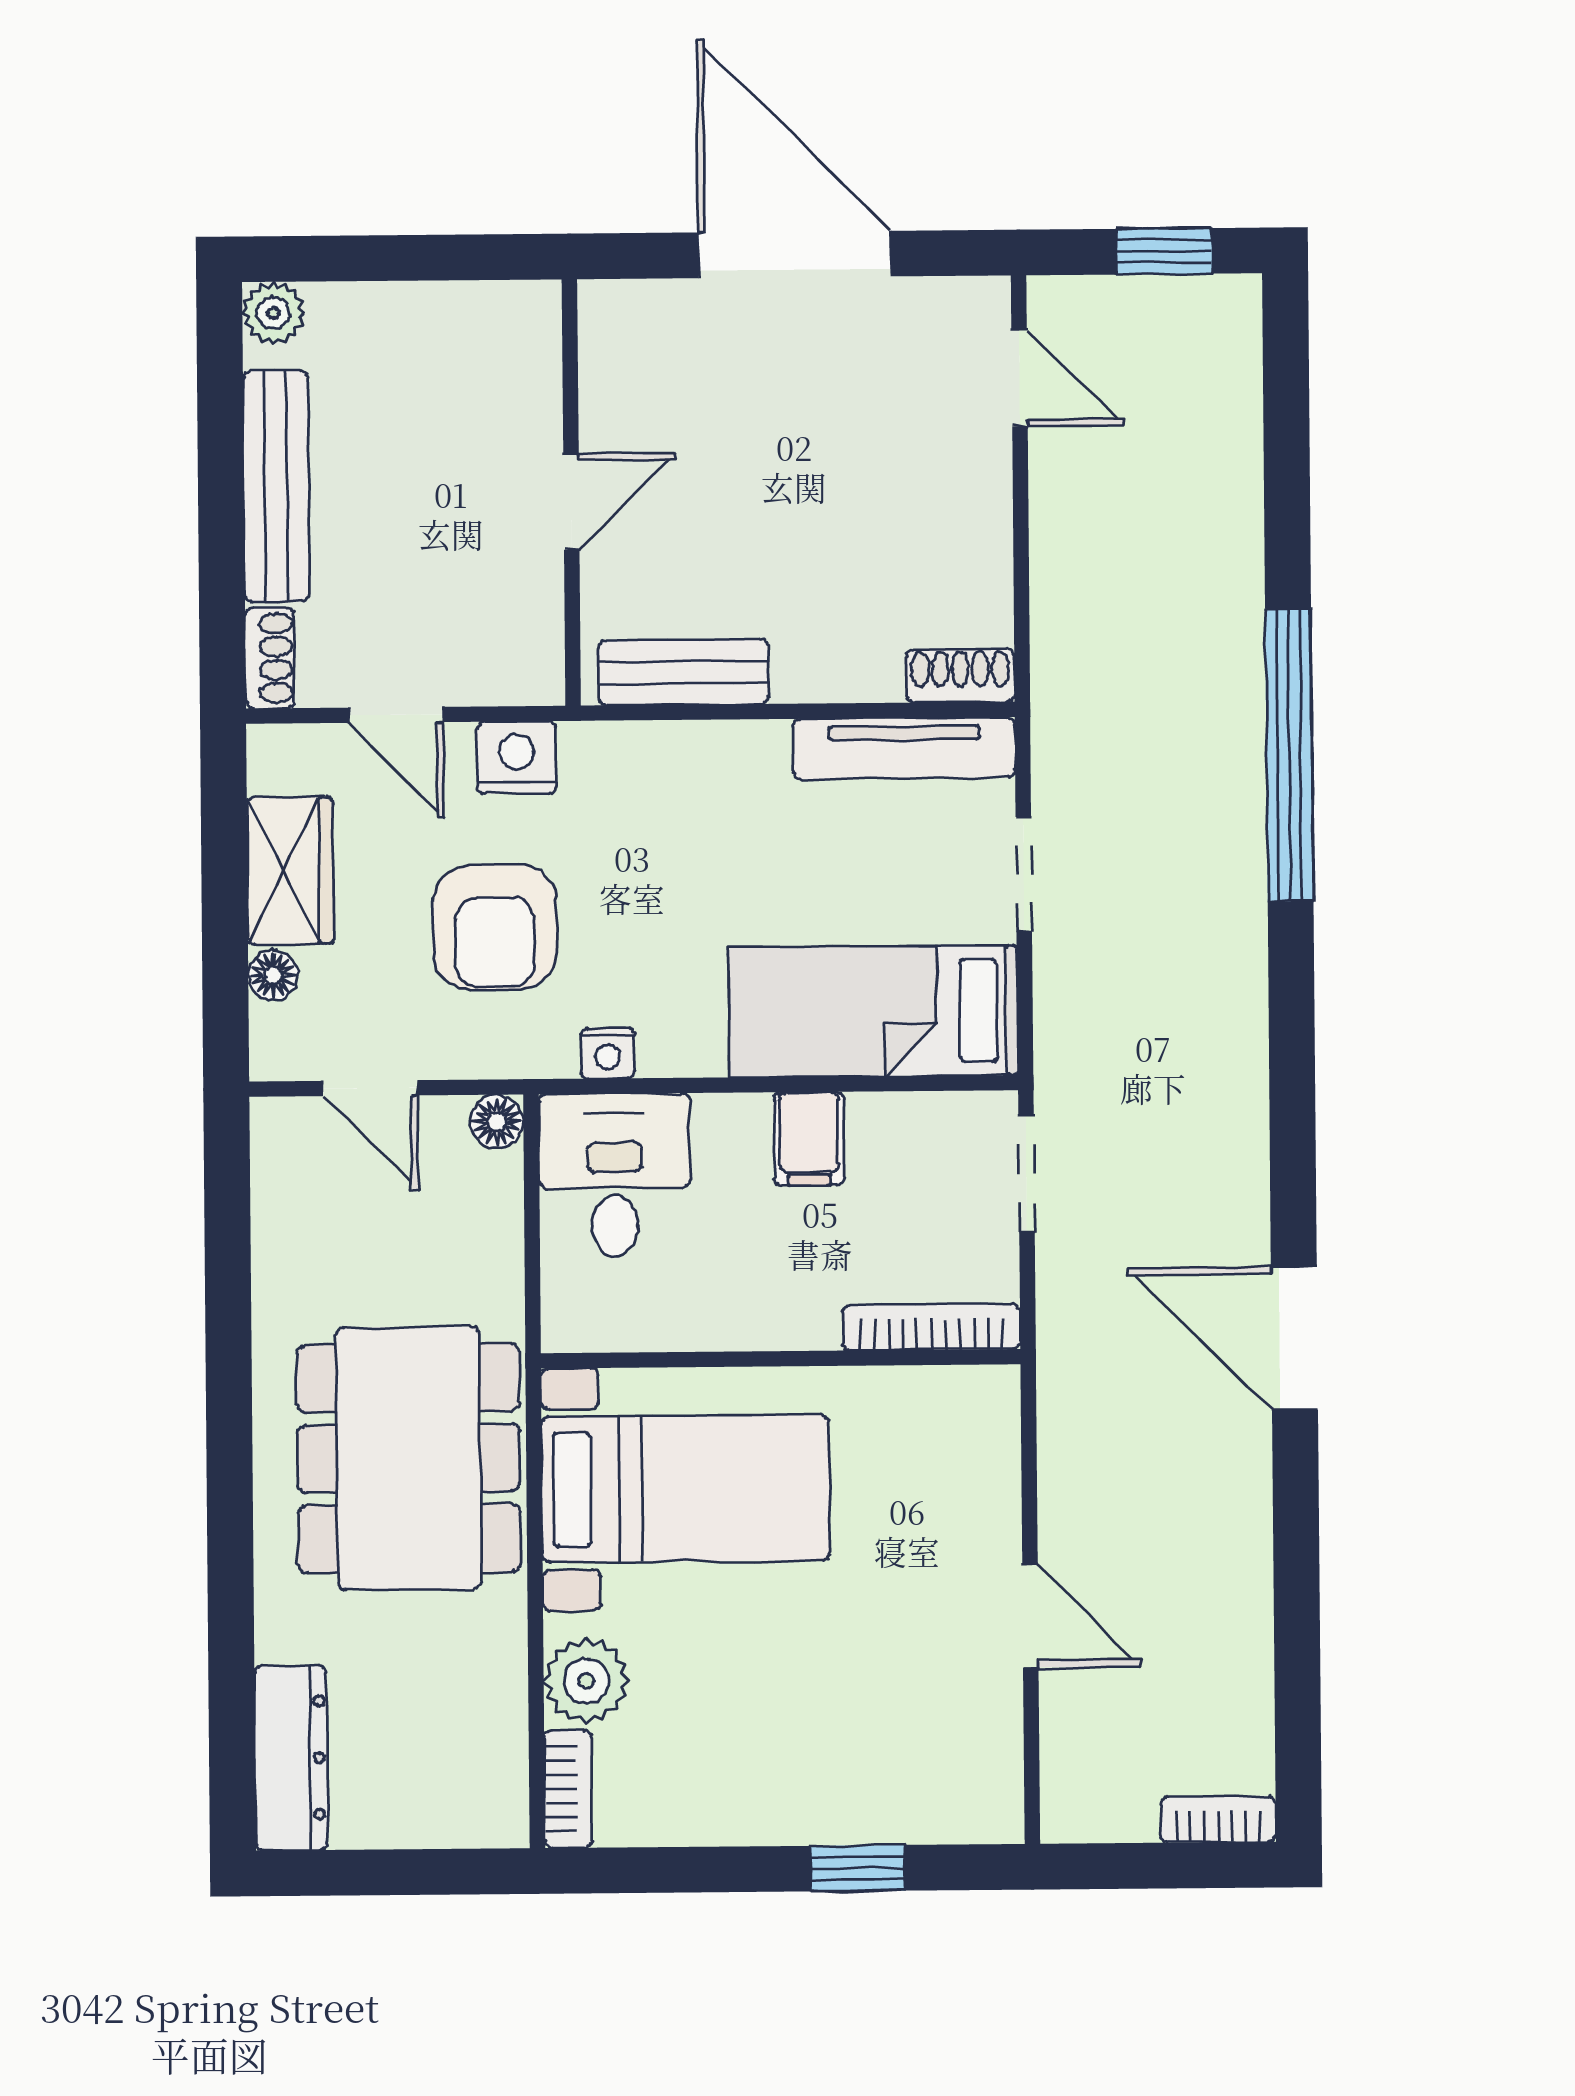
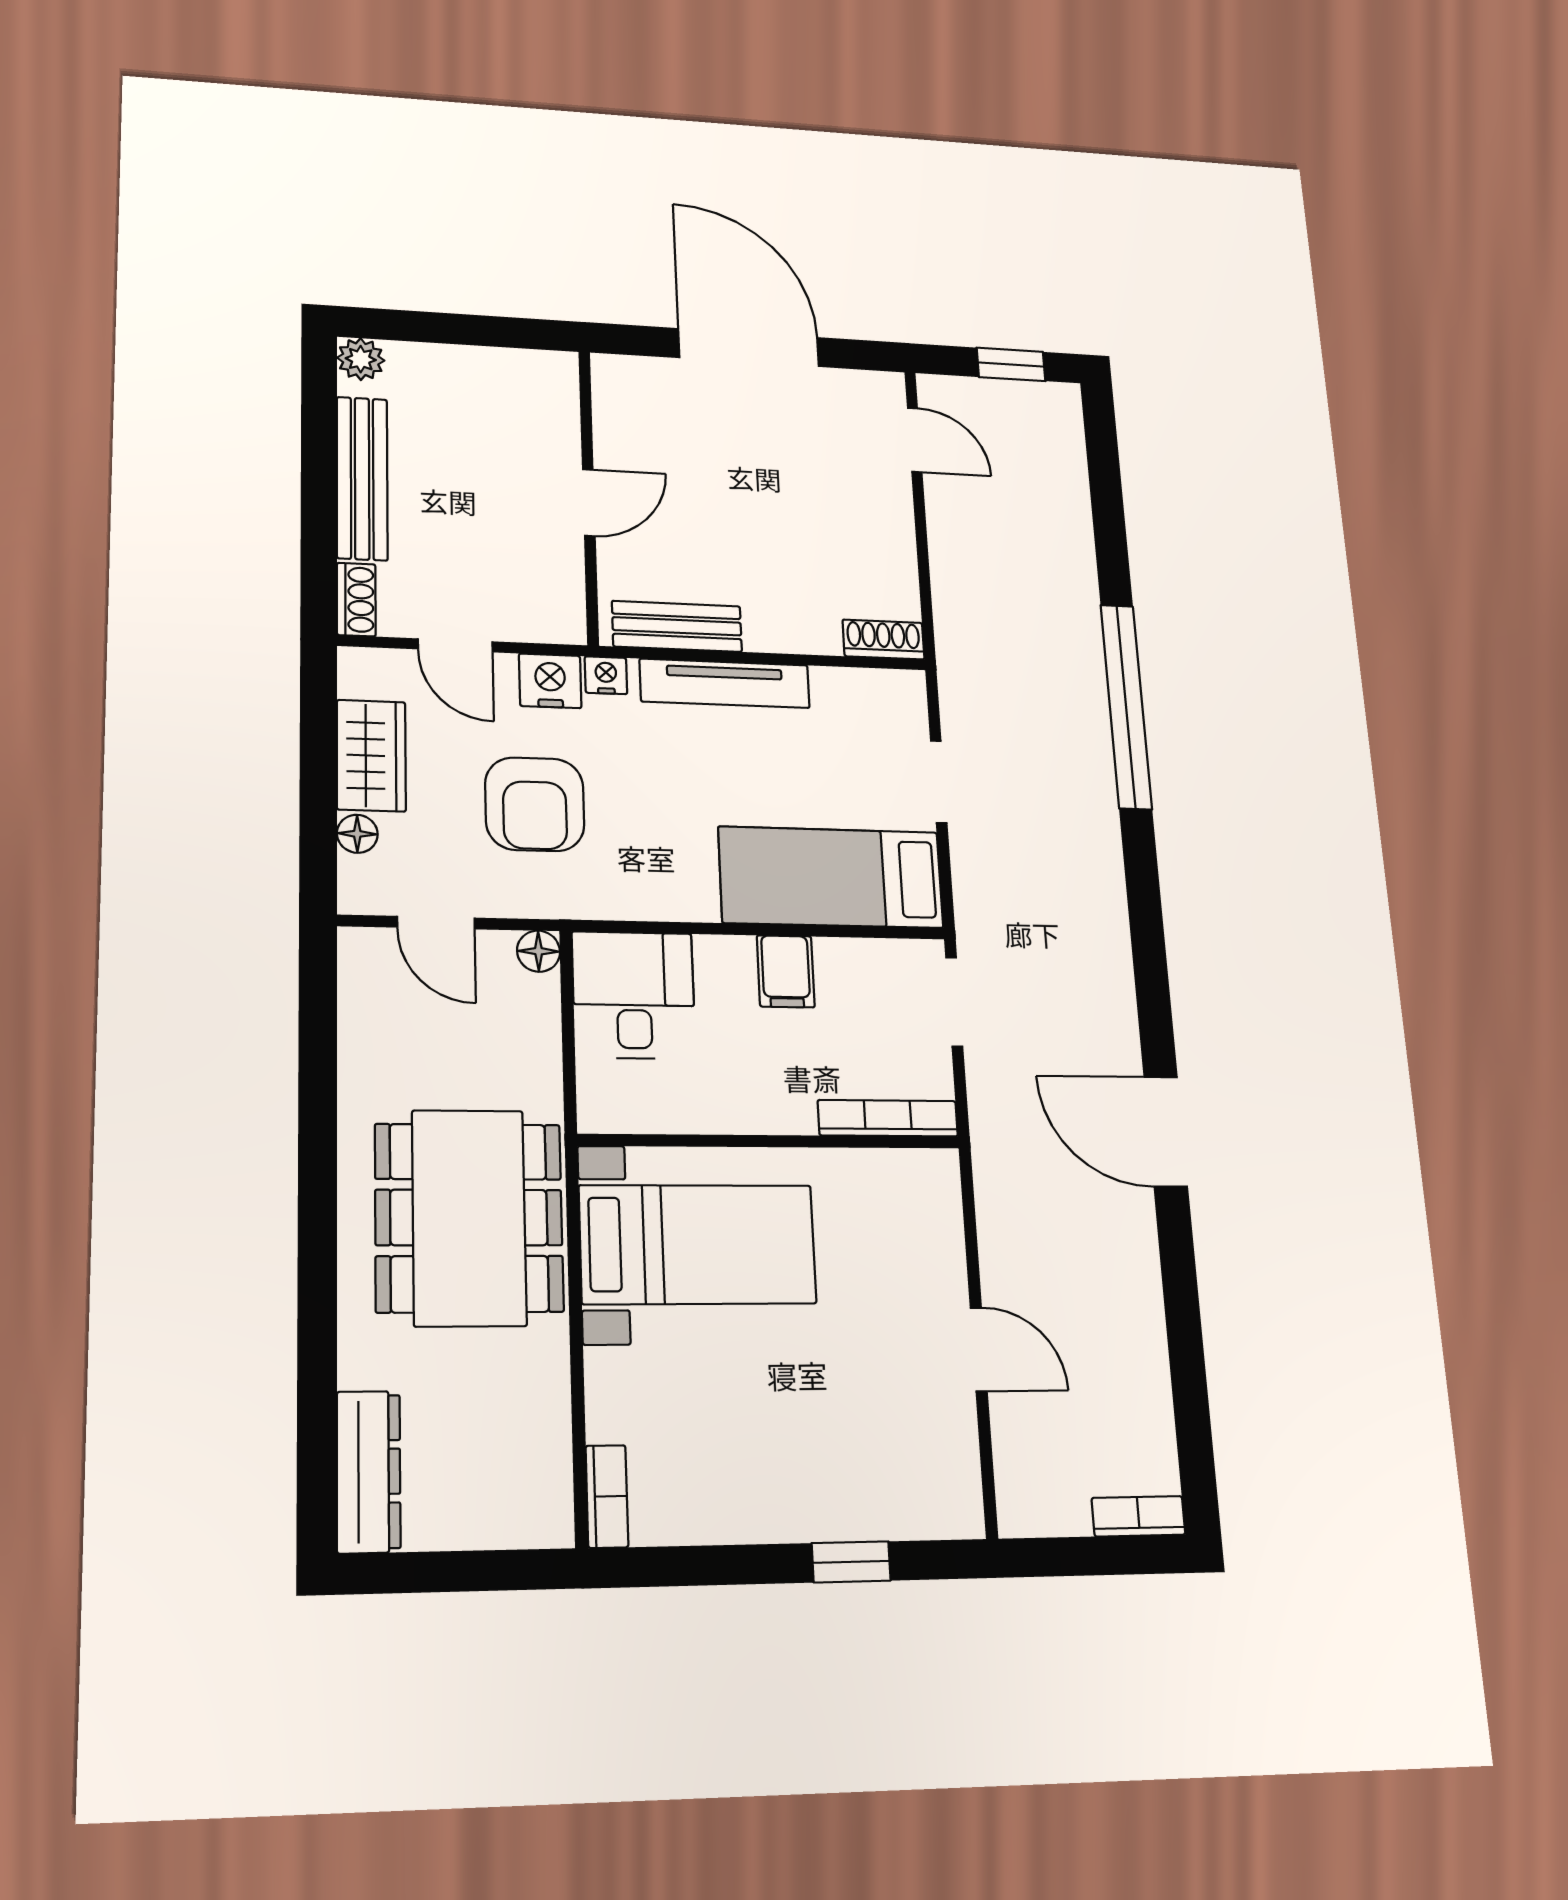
tv unit: (904, 748) -> (725, 683), moved
nightstand: (608, 1053) -> (606, 675), moved, turned 180
plant: (586, 1681) -> (620, 1404), removed

